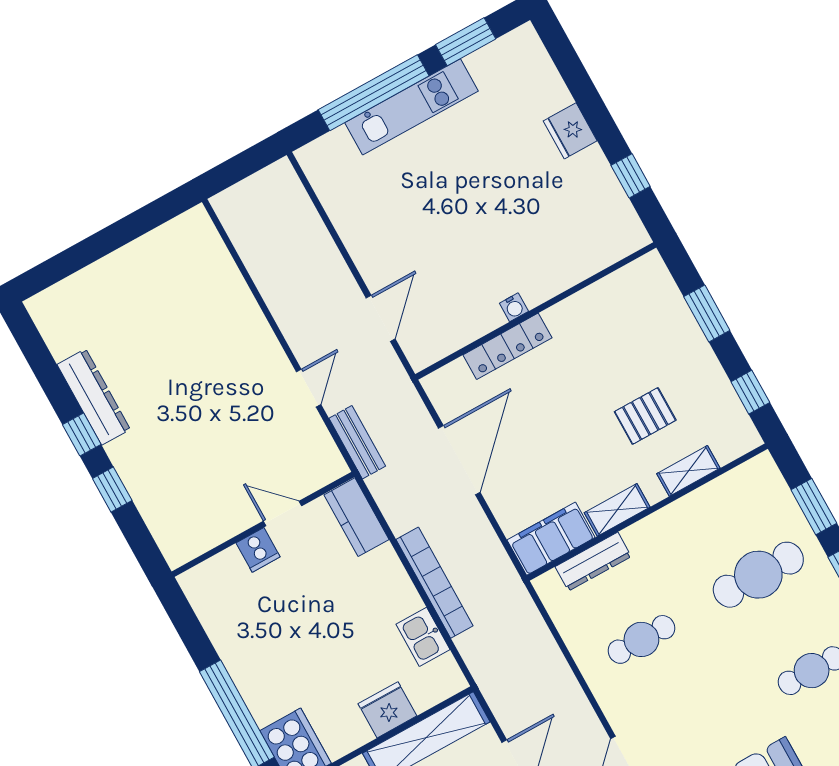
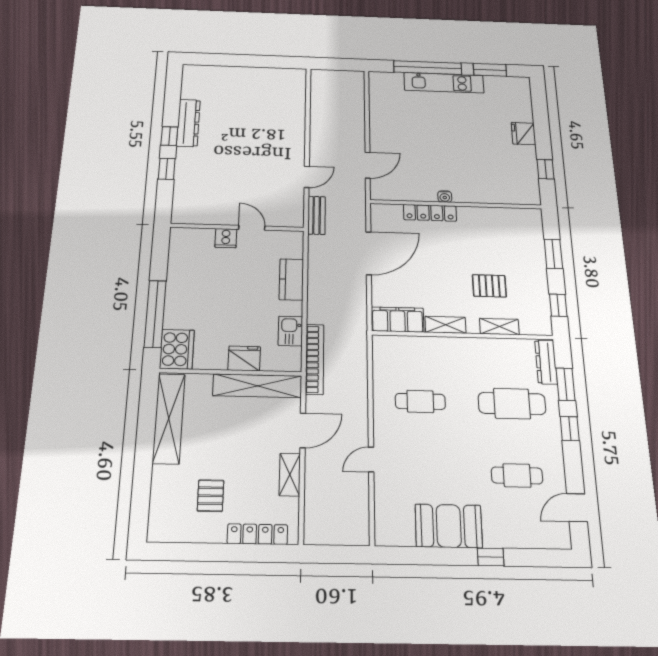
kitchen counter: (356, 517) -> (291, 279), moved
dresser: (593, 562) -> (546, 362), moved, turned 90
bookcase: (435, 583) -> (315, 359), moved

